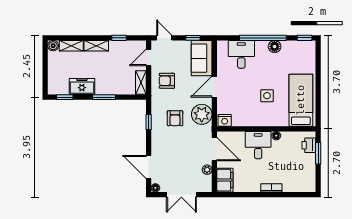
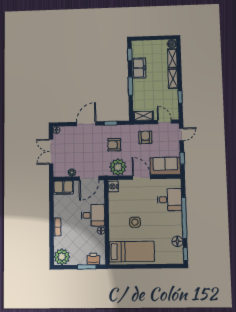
floor lamp: (275, 47) -> (177, 241), moved
door: (149, 167) -> (86, 124), moved
plant: (306, 183) -> (62, 257), added

